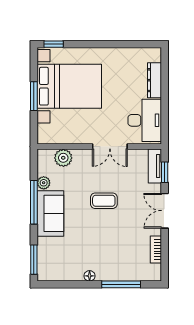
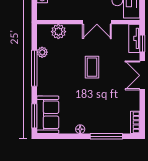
coffee table: (104, 201) -> (92, 67), turned 90
sofa: (50, 213) -> (48, 115), moved
bookcase: (156, 250) -> (135, 122), moved

